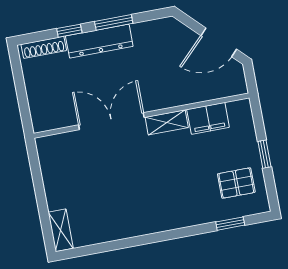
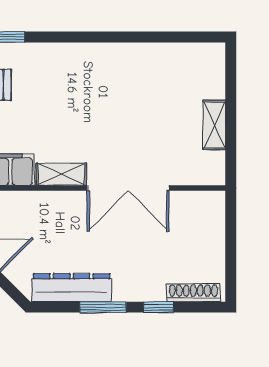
dresser: (99, 41) -> (72, 288), moved
shelving: (61, 230) -> (214, 125), moved

